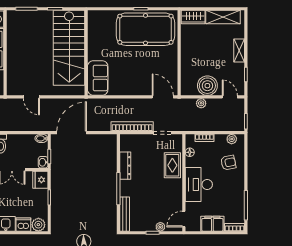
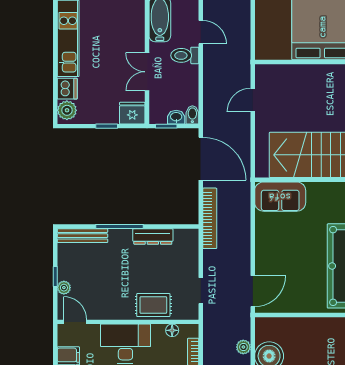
bookcase: (132, 126) -> (210, 218), moved
washbasin: (43, 162) -> (176, 117), moved

